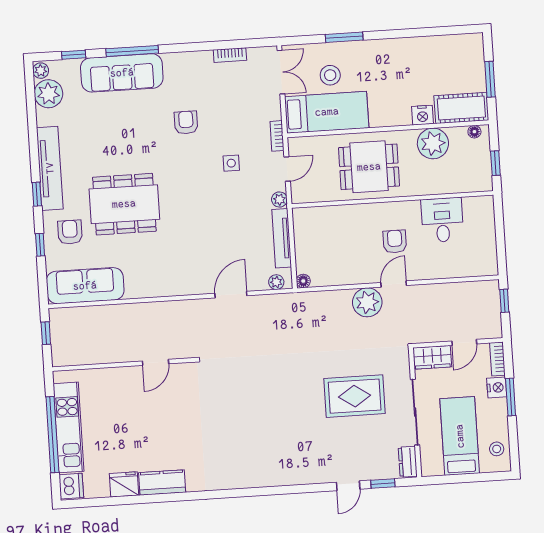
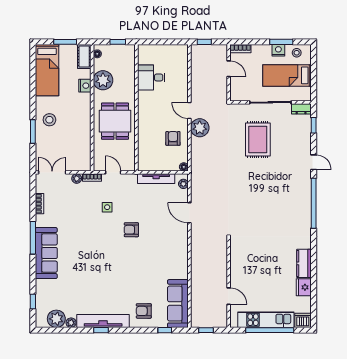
window: (132, 51) -> (33, 238), moved
plant: (41, 71) -> (71, 323), moved
sofa: (122, 73) -> (46, 253), moved
stool: (330, 75) -> (49, 120), moved
cot: (461, 108) -> (84, 57), width x0.73, depth x0.75
bed: (327, 112) -> (47, 70), moved, turned 180
armchair: (186, 123) -> (131, 230), moved
window: (37, 194) -> (101, 330), moved
plant: (279, 200) -> (77, 179), moved
dining table: (124, 204) -> (128, 276), removed
armchair: (395, 241) -> (173, 138), moved, turned 90
window: (40, 245) -> (165, 330), moved
wardrobe: (432, 357) -> (237, 89), removed
door: (156, 362) -> (229, 296), moved
nightstand: (497, 388) -> (278, 50), moved
window: (511, 397) -> (281, 42), moved
door: (348, 486) -> (314, 162), moved
window: (259, 492) -> (314, 203), added

